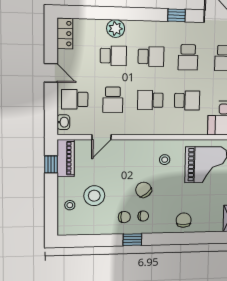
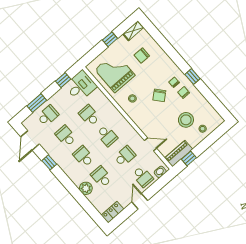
school desk: (188, 57) -> (66, 136), turned -90
chair: (184, 220) -> (142, 56), moved

